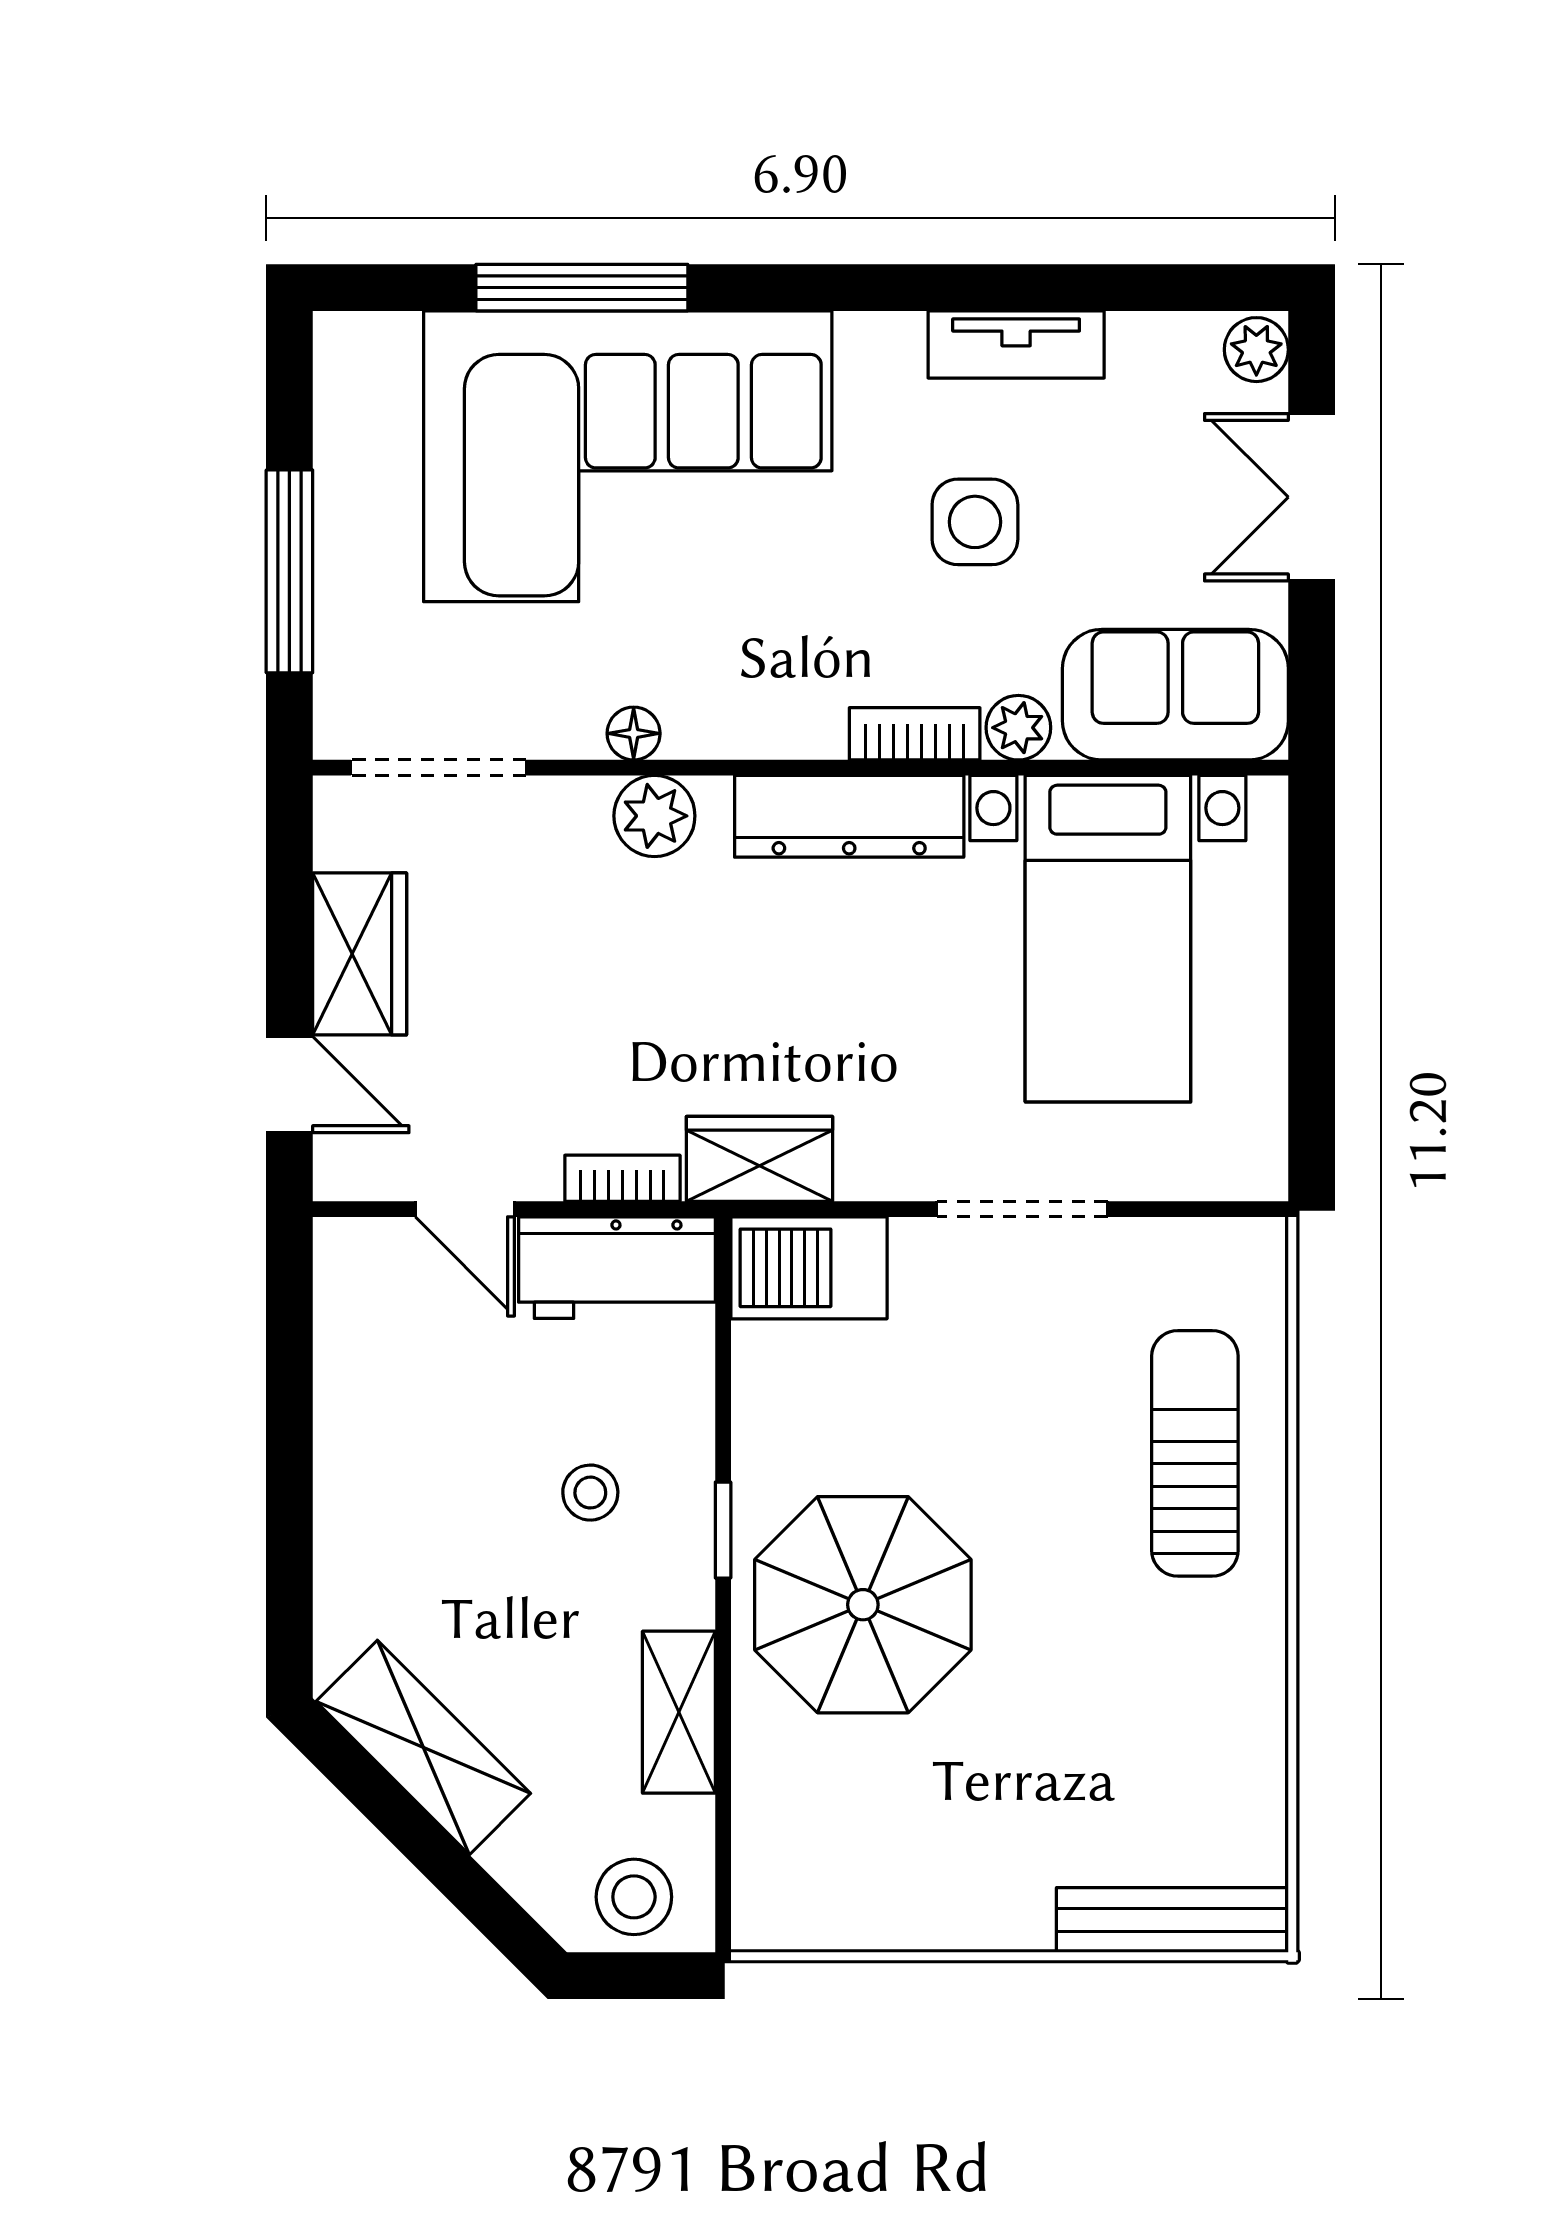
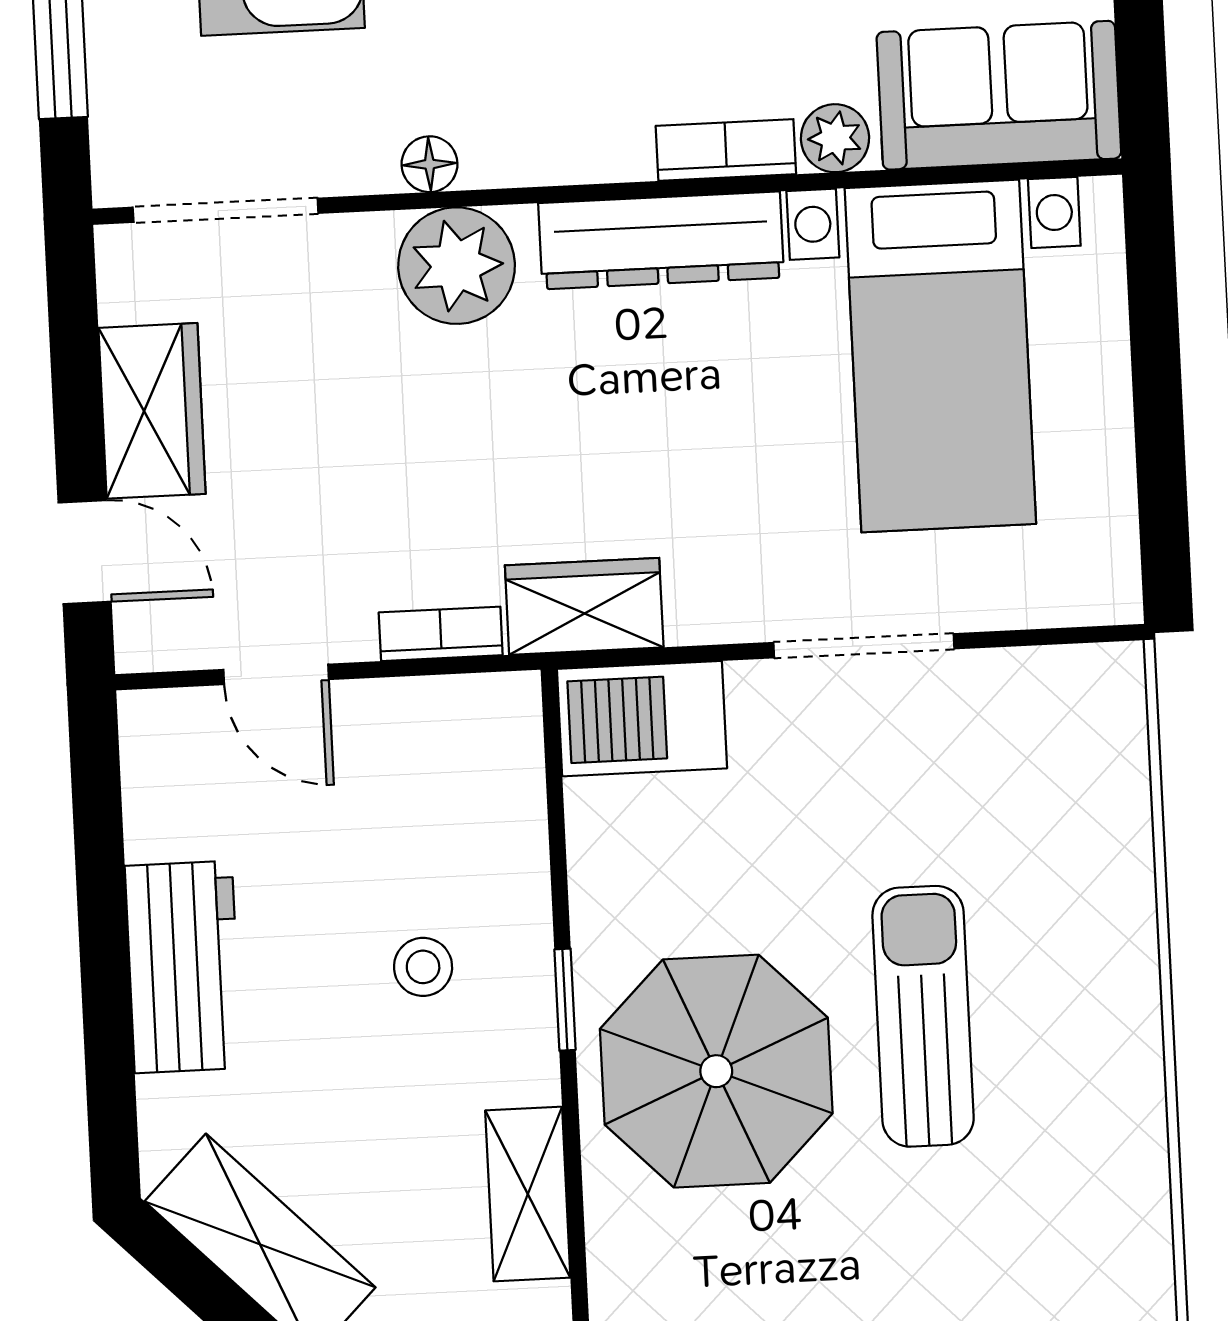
plant: (654, 816) -> (457, 266), width x1.36, depth x1.36
workbench: (617, 1268) -> (183, 967), moved, turned -90
sun lounger: (1195, 1453) -> (923, 1016), moved

